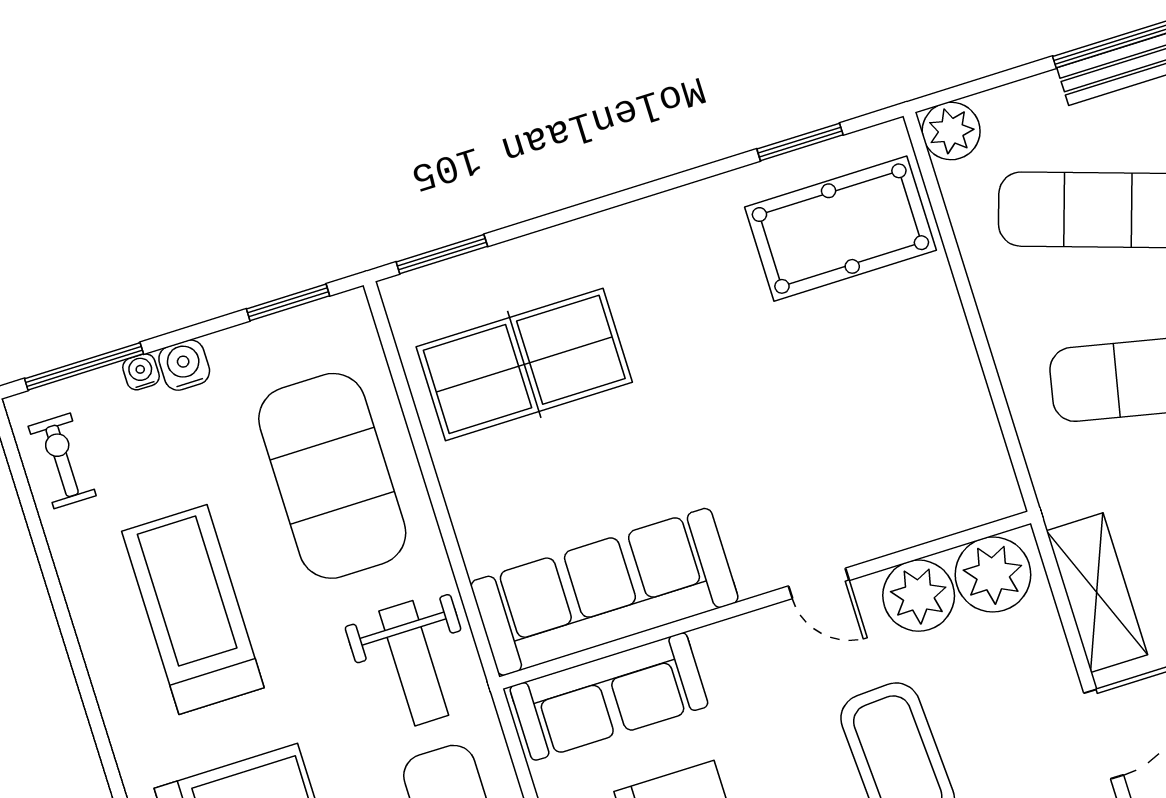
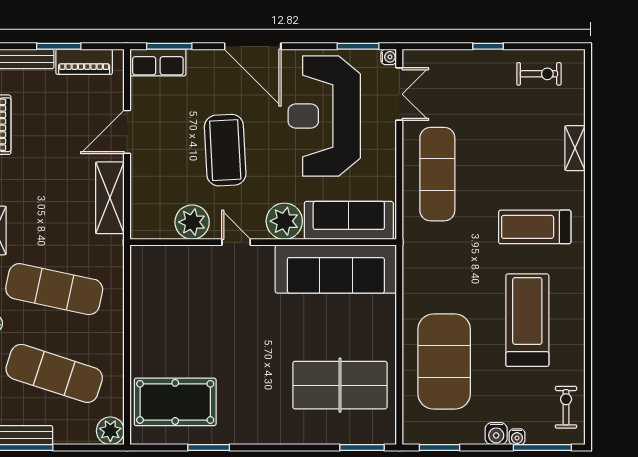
window: (800, 142) -> (209, 448), moved
exercise bike: (62, 461) -> (566, 407), turned 180
plant: (993, 574) -> (284, 221), moved
treadmill: (193, 609) -> (527, 320), turned 180
weight bench: (414, 663) -> (434, 264), removed

